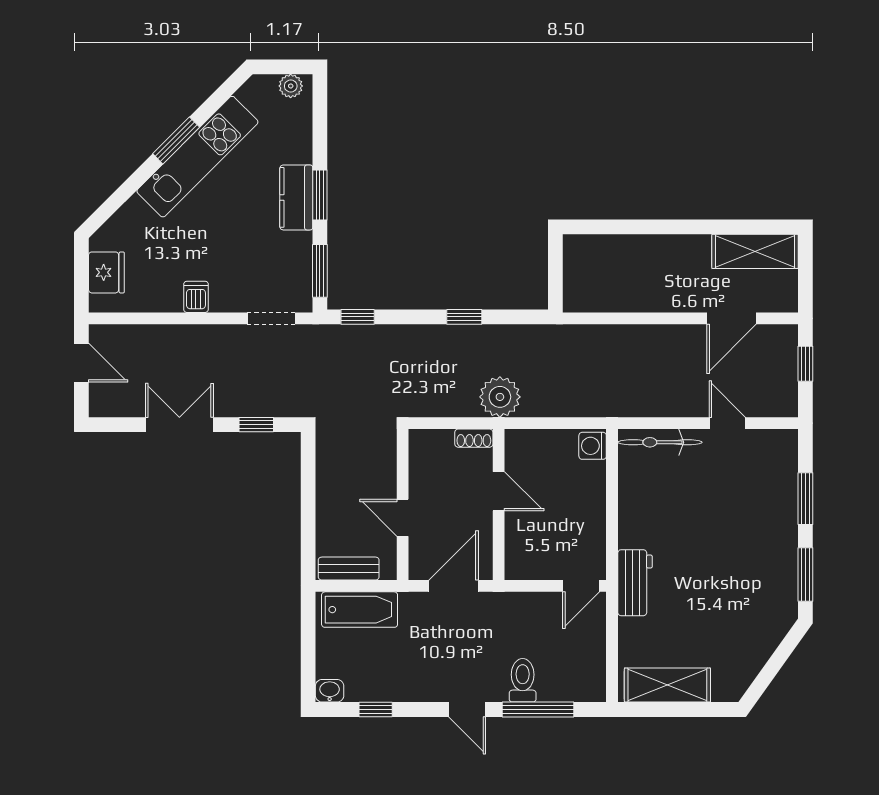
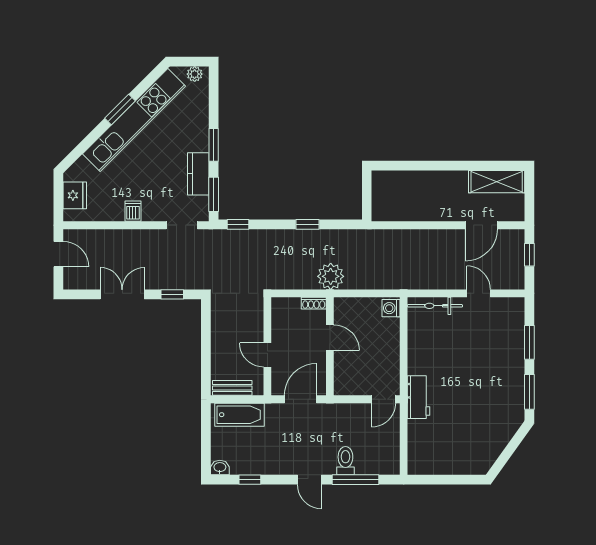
kitchen unit: (197, 157) -> (134, 120), width x1.36
kitchen counter: (296, 197) -> (198, 174), moved
shelving: (667, 685) -> (440, 464), removed

